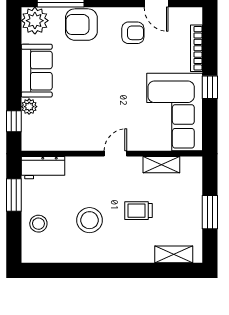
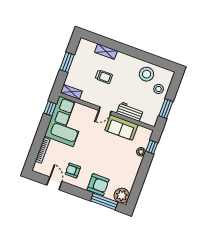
sofa: (37, 71) -> (121, 127), moved, turned -90
window: (210, 87) -> (50, 109), moved
shelving: (161, 165) -> (71, 92), moved
workbench: (43, 168) -> (130, 112), moved
stool: (89, 220) -> (146, 74), moved
shelving: (174, 254) -> (106, 52), moved

